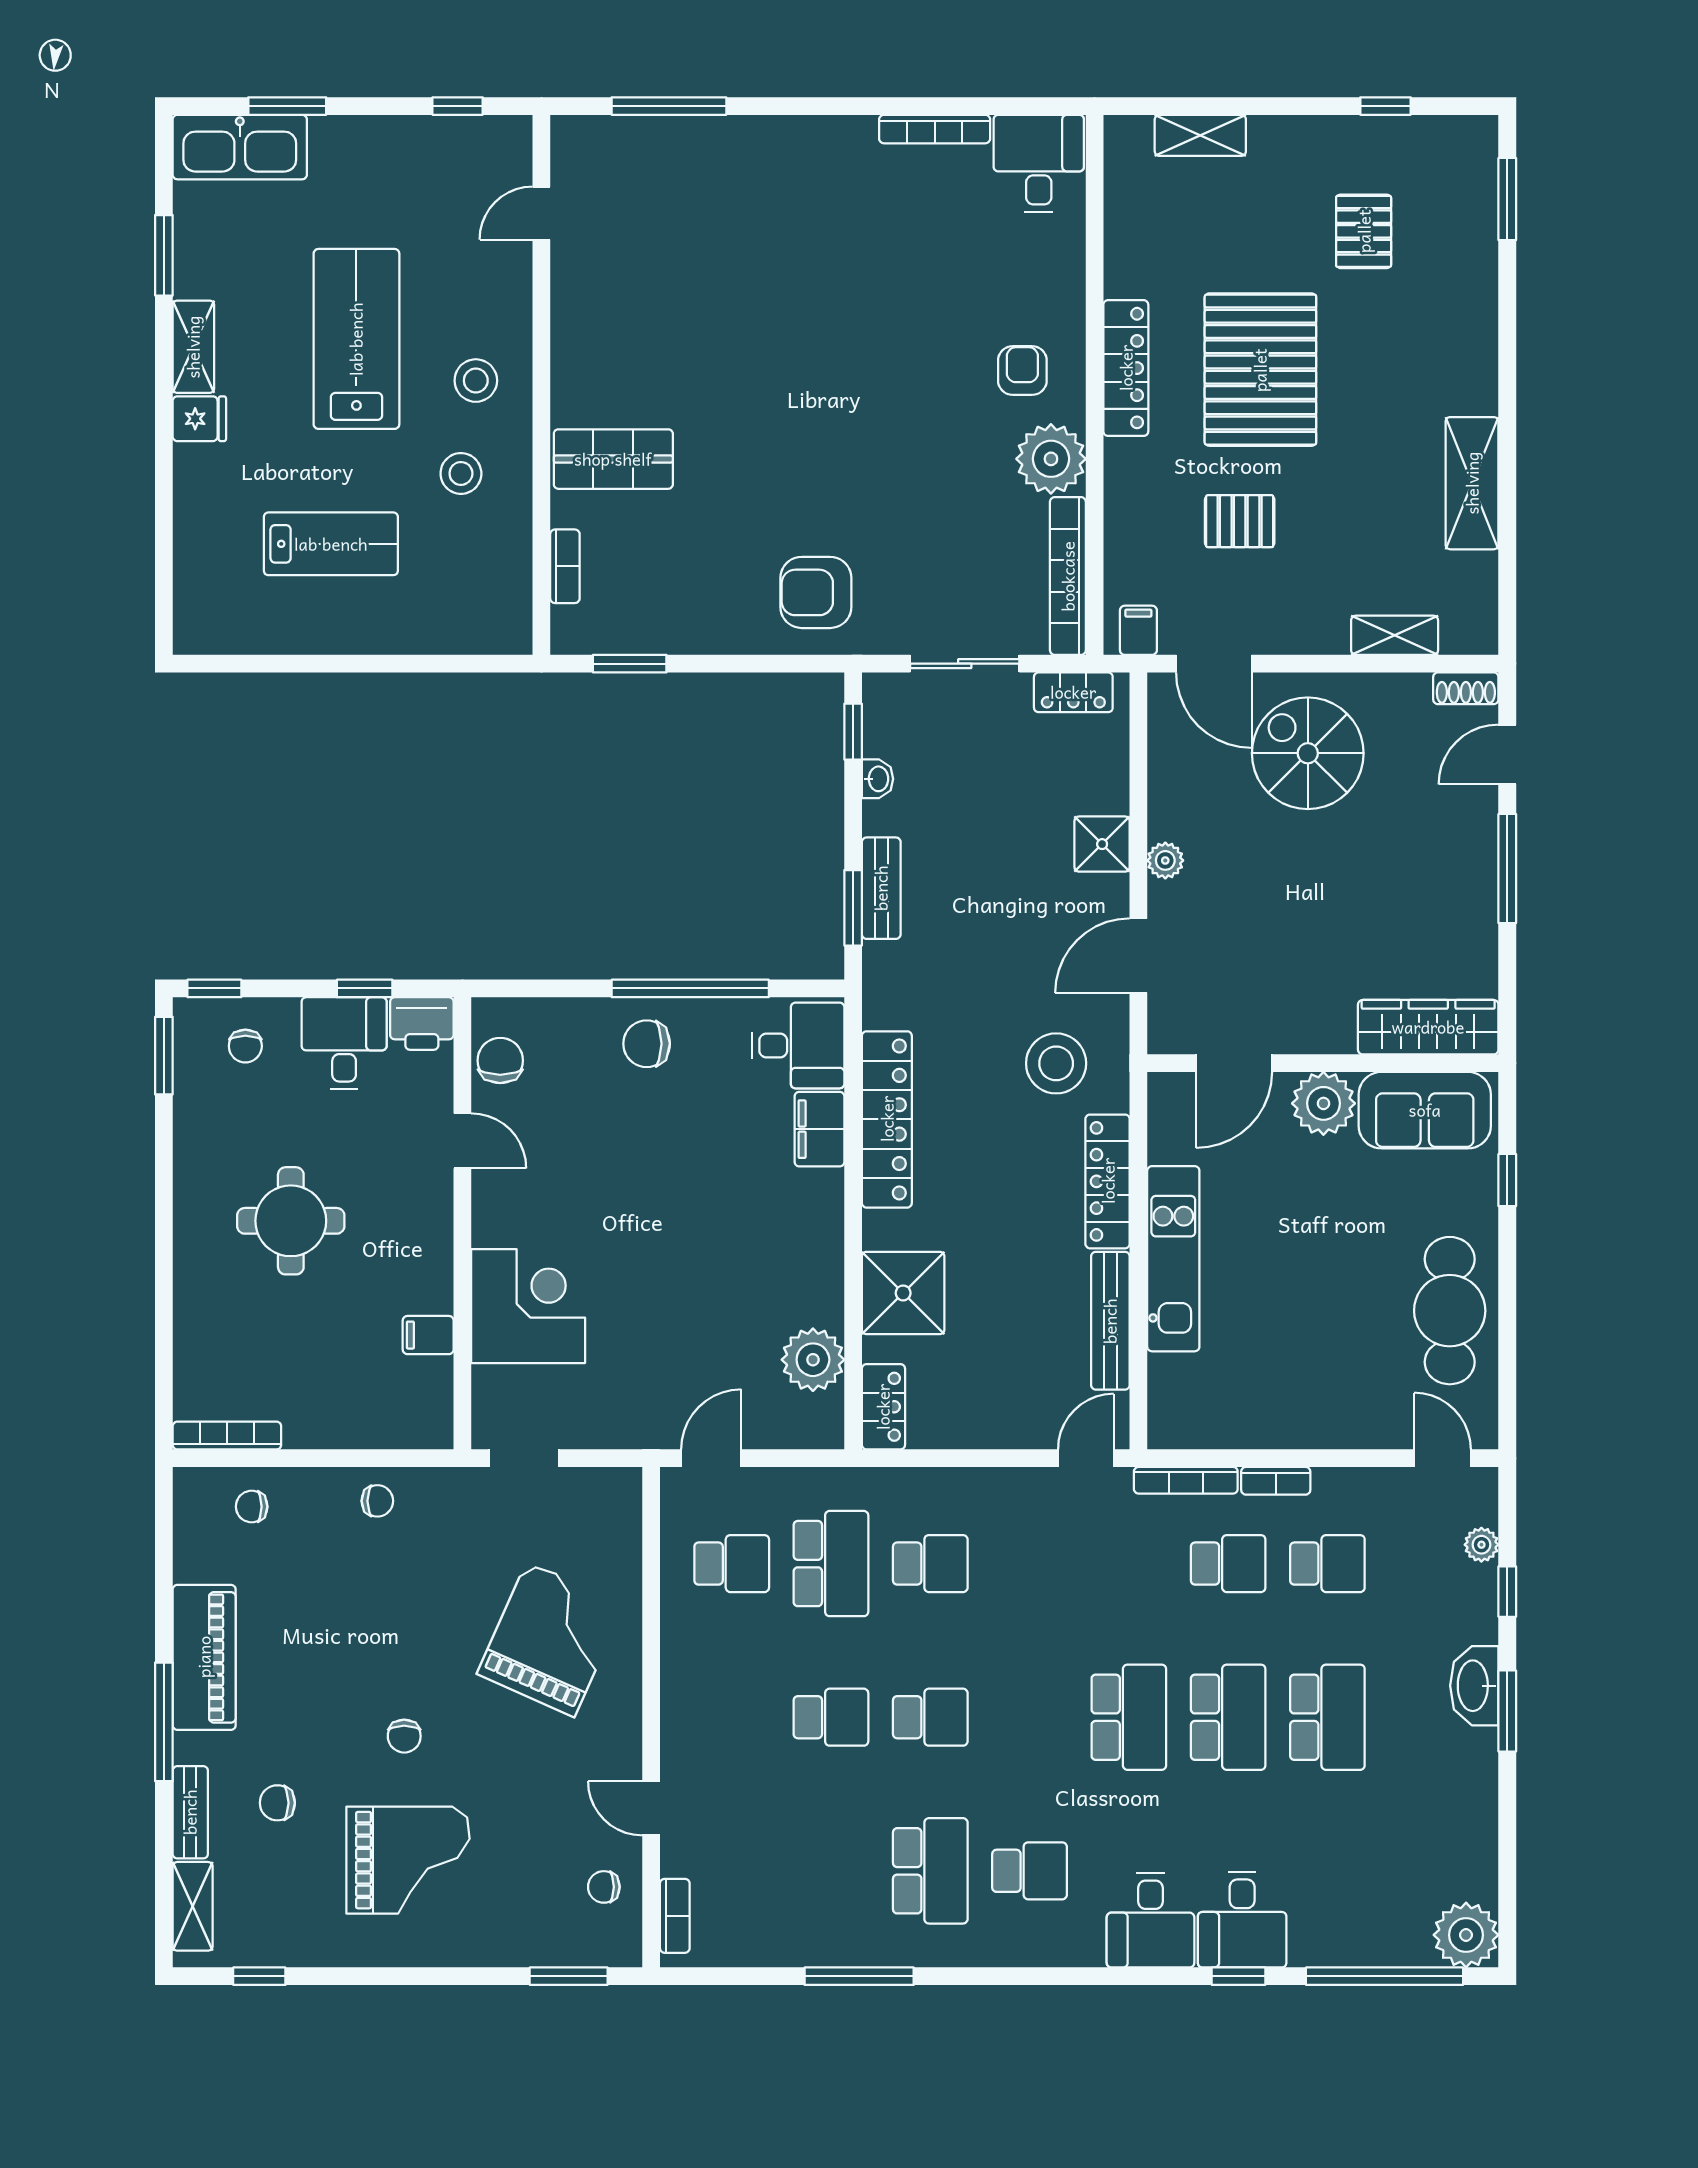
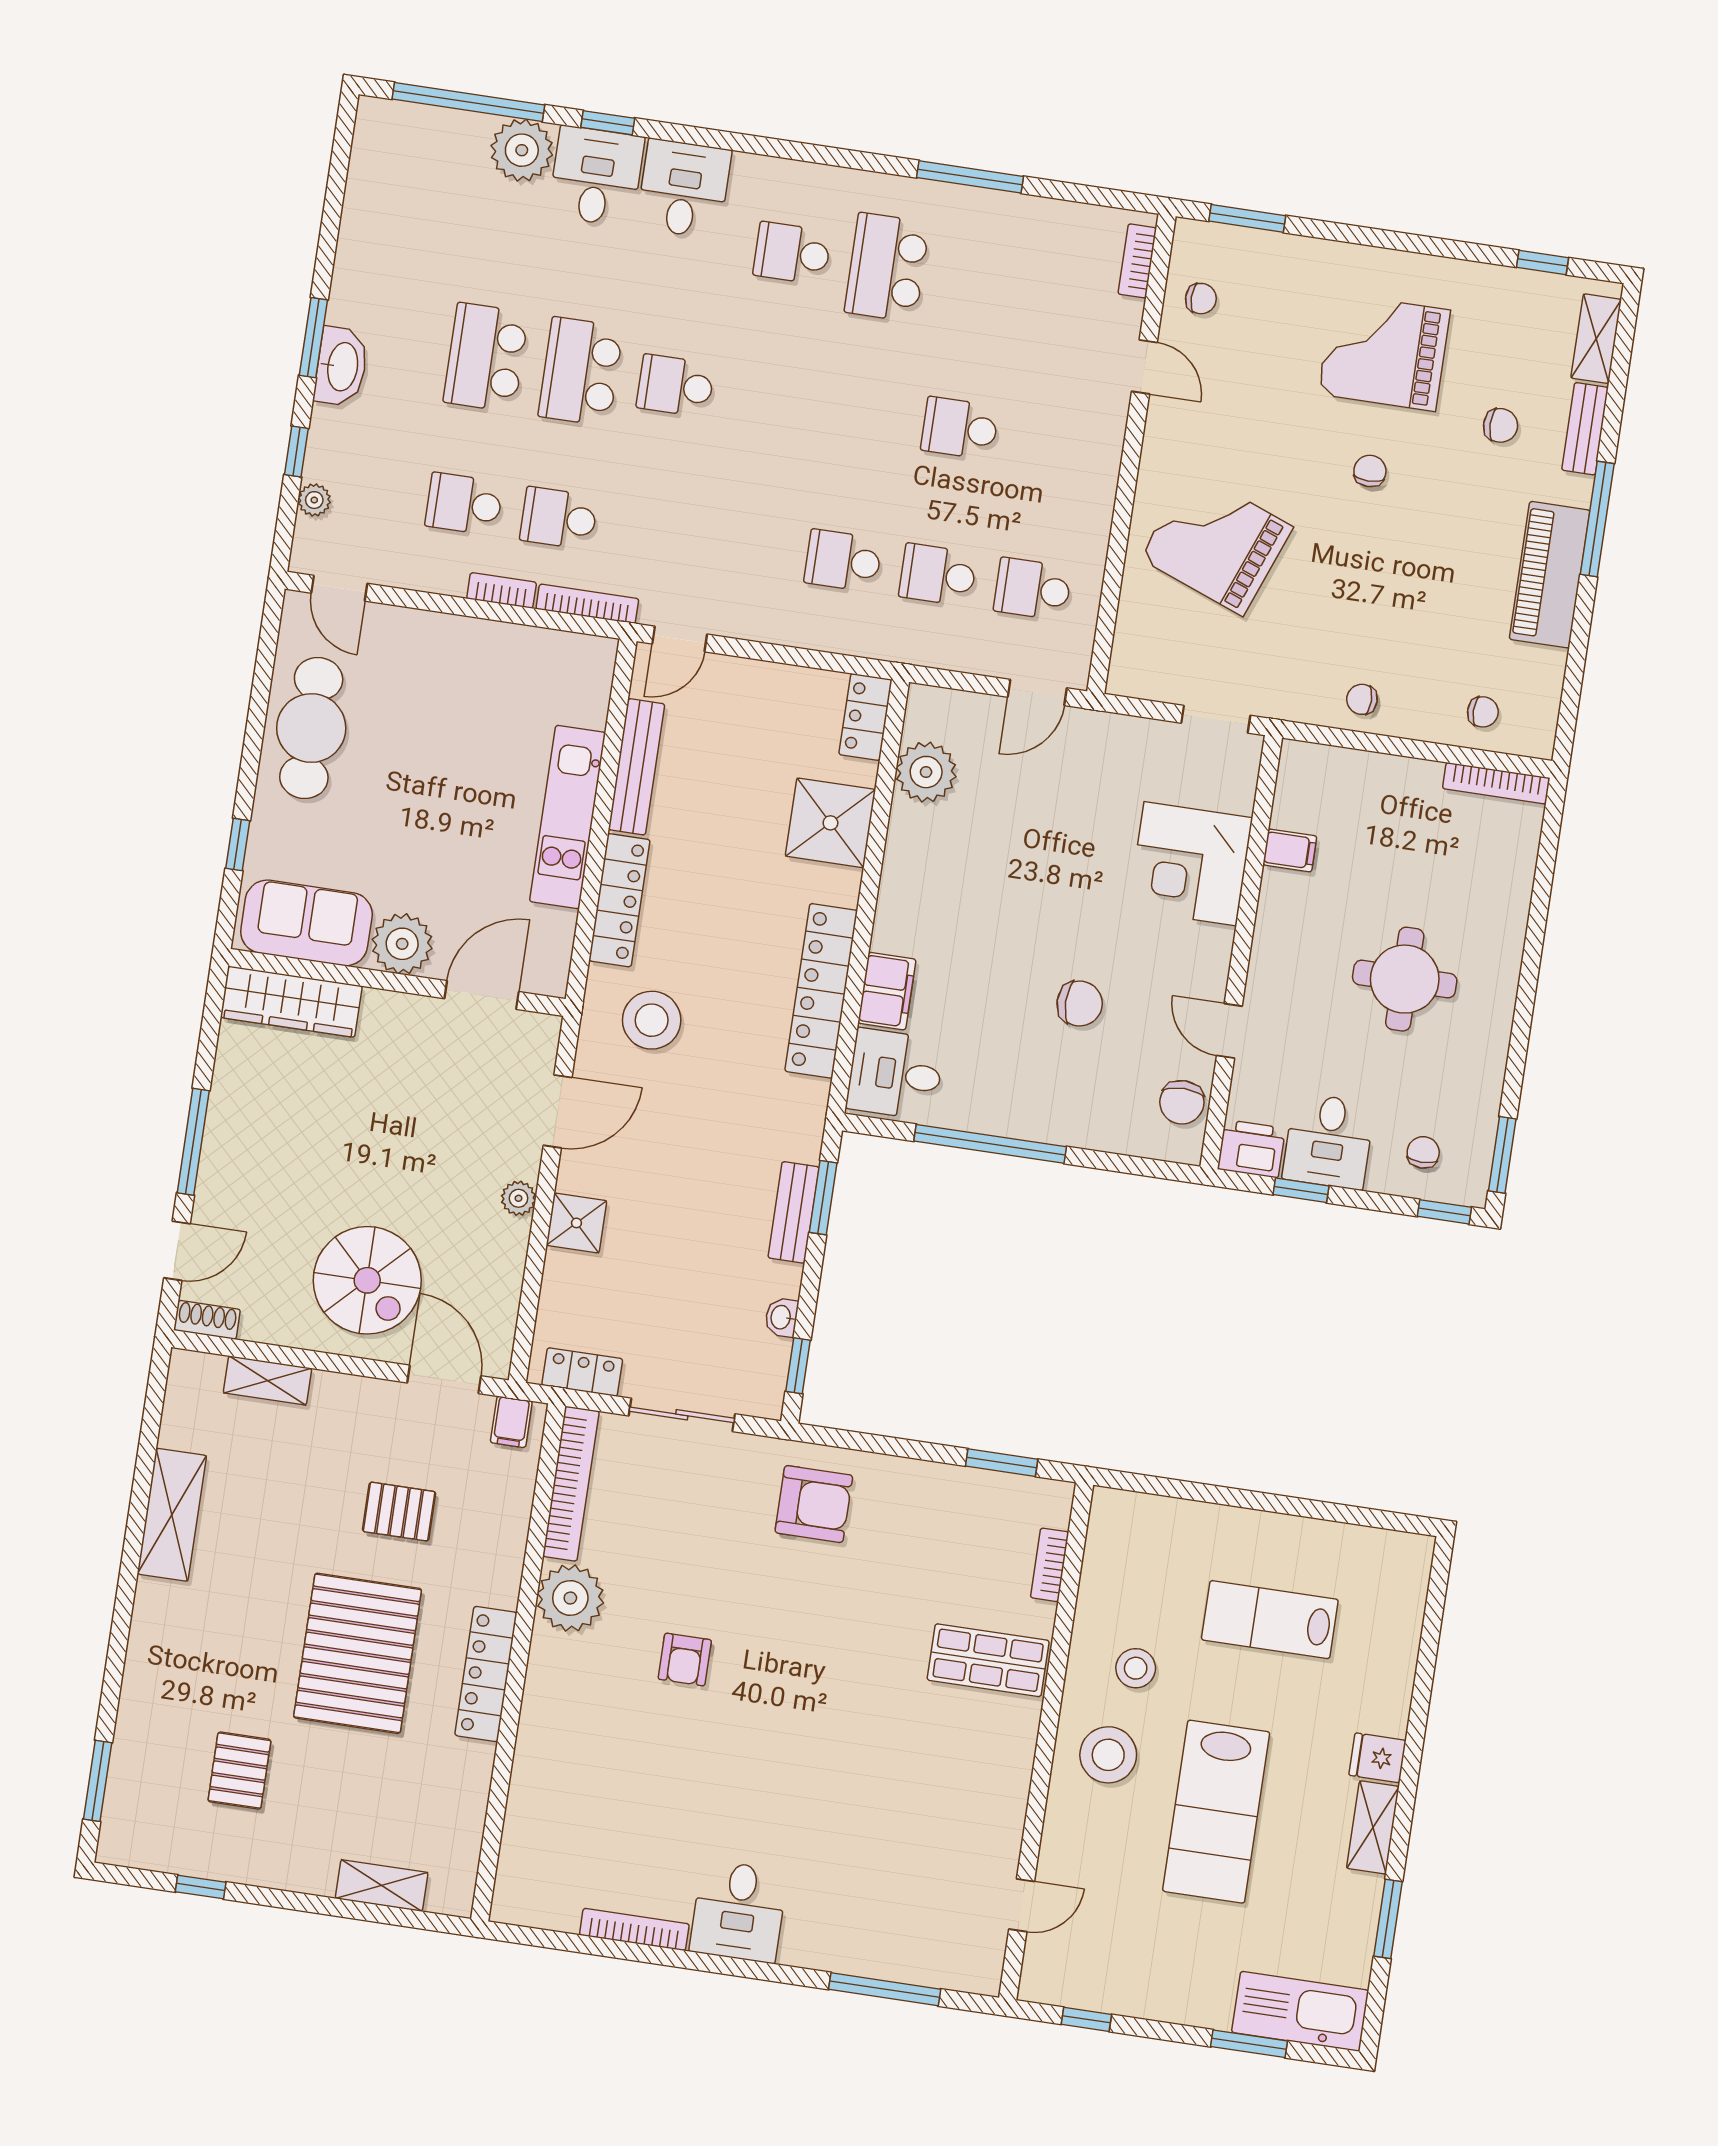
desk: (1039, 164) -> (739, 1911), moved
armchair: (1022, 371) -> (685, 1660), moved
stool: (476, 381) -> (1108, 1755), width x1.38, depth x1.38
chair: (647, 1044) -> (1080, 1004), moved
school desk: (831, 1564) -> (938, 575), width x0.54
grand piano: (551, 1639) -> (1216, 543), turned 87
school desk: (930, 1717) -> (865, 414), removed
school desk: (1129, 1717) -> (675, 386), width x0.54
plant: (1466, 1935) -> (522, 150), moved

